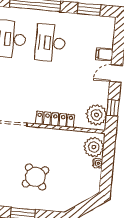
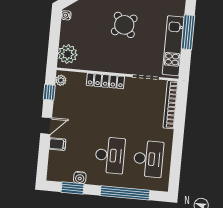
water cooler: (82, 20) -> (80, 178), added
plant: (96, 115) -> (61, 80), width x0.53, depth x0.53
water cooler: (98, 163) -> (66, 15), moved

